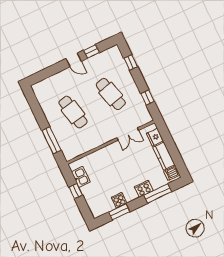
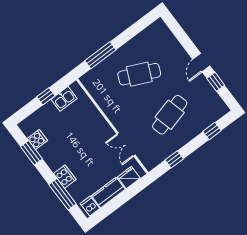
cafe table: (73, 112) -> (139, 74), turned 36
cooker: (119, 200) -> (37, 140), moved

